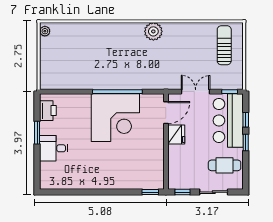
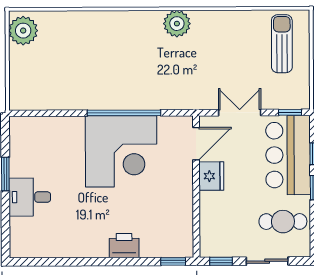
plant: (45, 31) -> (23, 31), width x1.87, depth x1.87
printer: (48, 111) -> (124, 246), moved, turned -90

